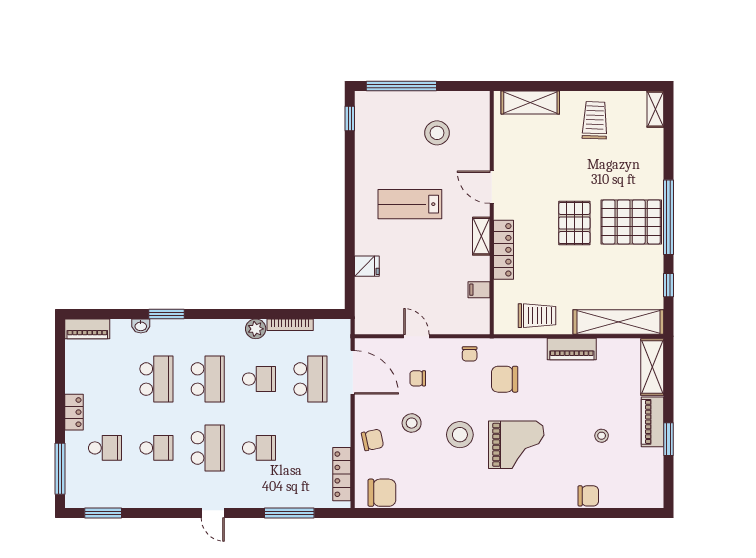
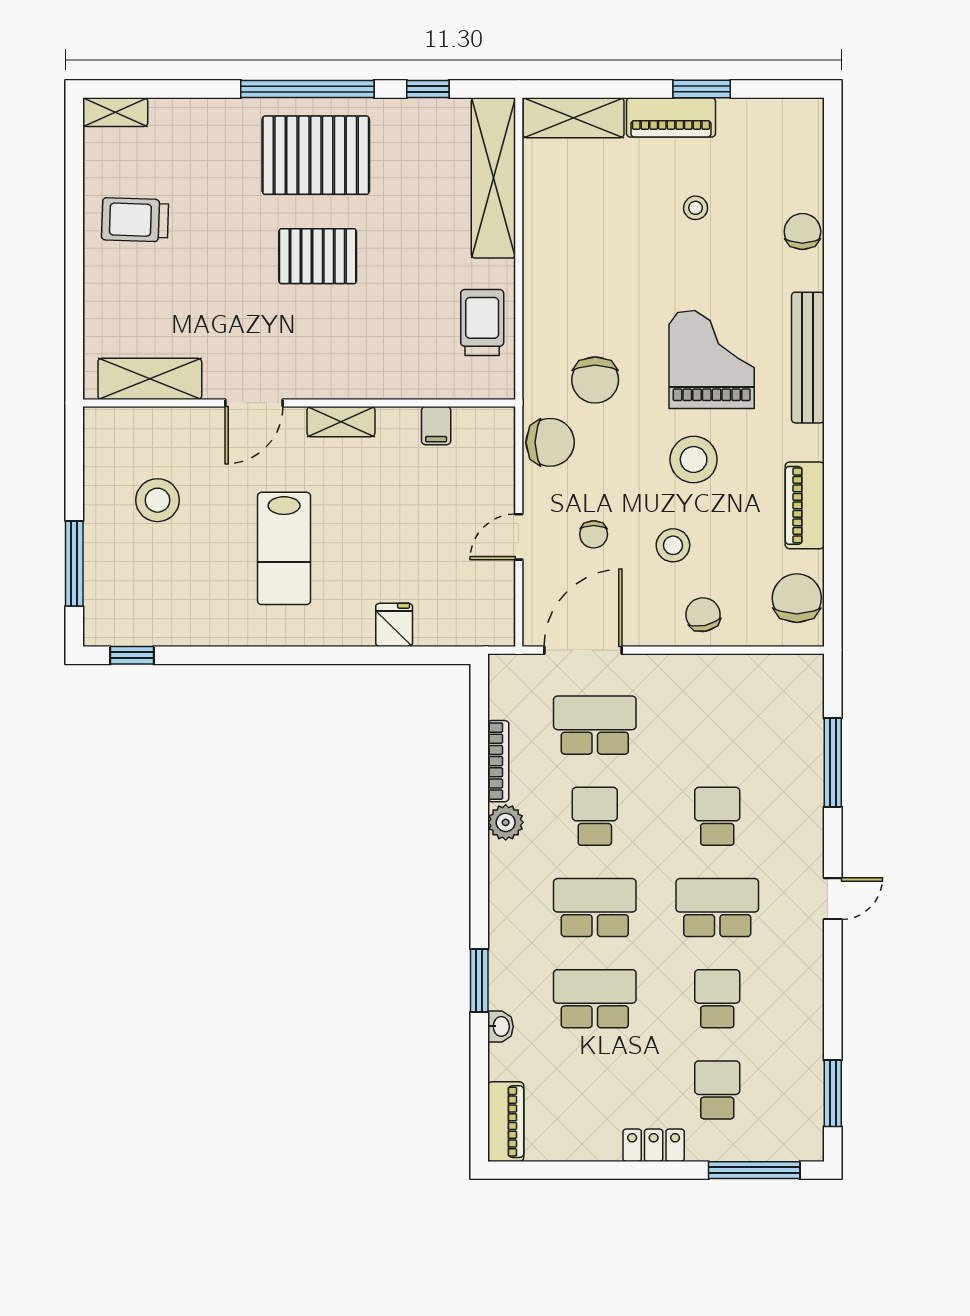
window: (401, 86) -> (74, 564), width x0.68
shelving: (530, 103) -> (150, 379), moved, turned 90
pallet: (631, 222) -> (316, 155), turned 90
locker: (503, 250) -> (365, 382), removed
piano: (572, 349) -> (805, 505), moved, turned 180
chair: (470, 354) -> (550, 442), width x1.87, depth x1.87
locker: (342, 474) -> (764, 669), removed
bench: (517, 499) -> (808, 358), added

